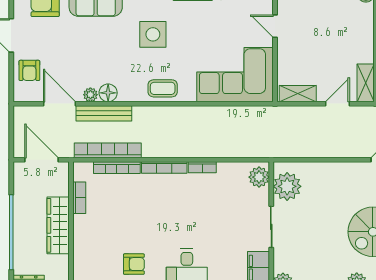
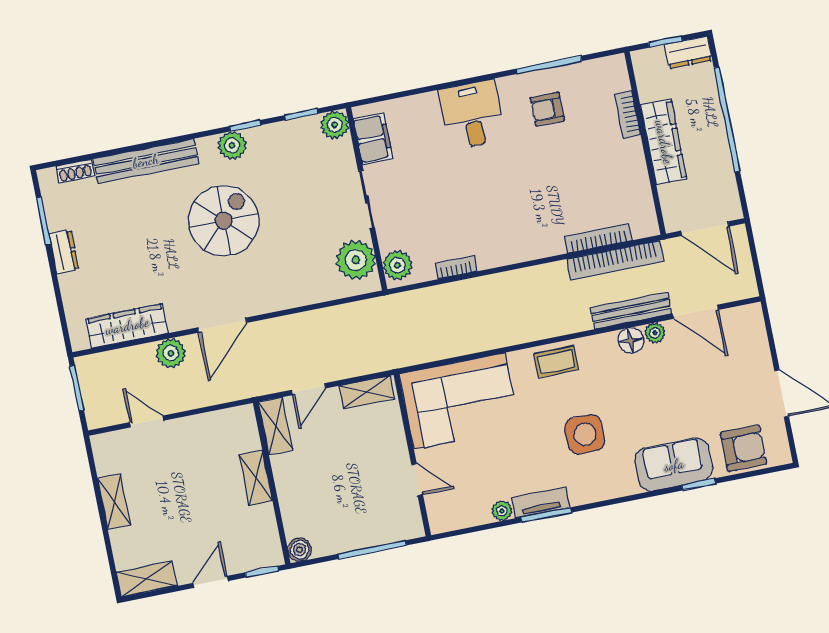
armchair: (29, 70) -> (747, 350), removed
bookcase: (164, 167) -> (532, 252), removed
bookcase: (202, 167) -> (456, 268), moved
bookcase: (79, 198) -> (628, 115), moved

